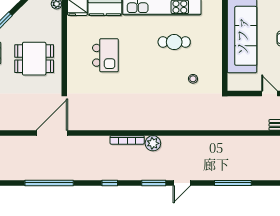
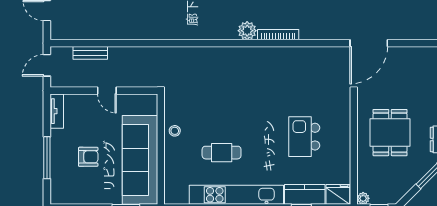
dining table: (34, 59) -> (390, 133), turned 90
stool: (193, 79) -> (175, 131), moved

